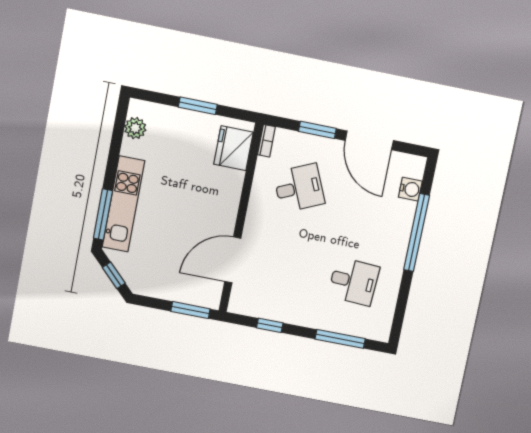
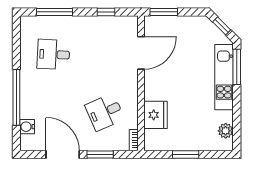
fridge: (234, 148) -> (155, 115), moved

